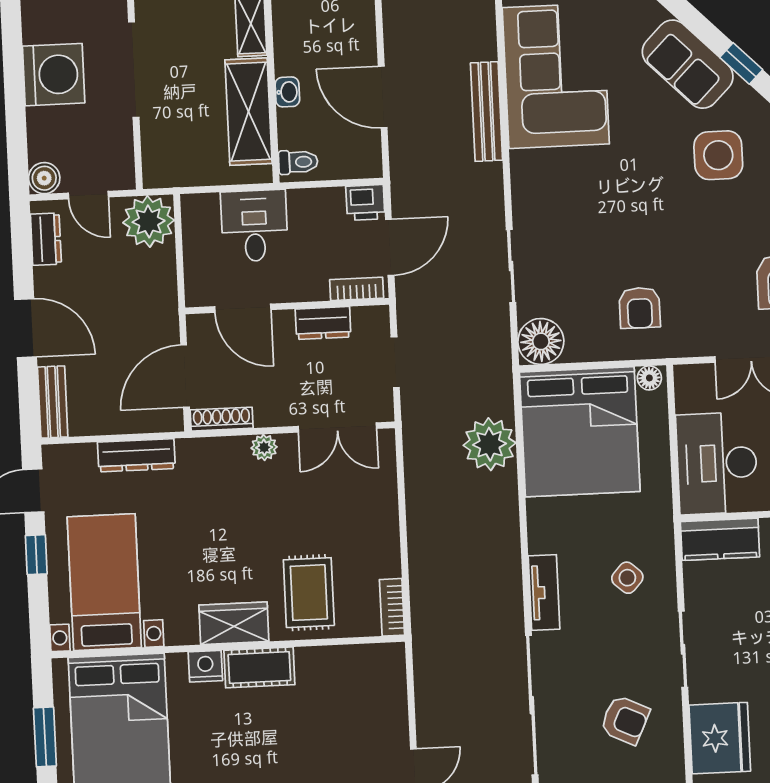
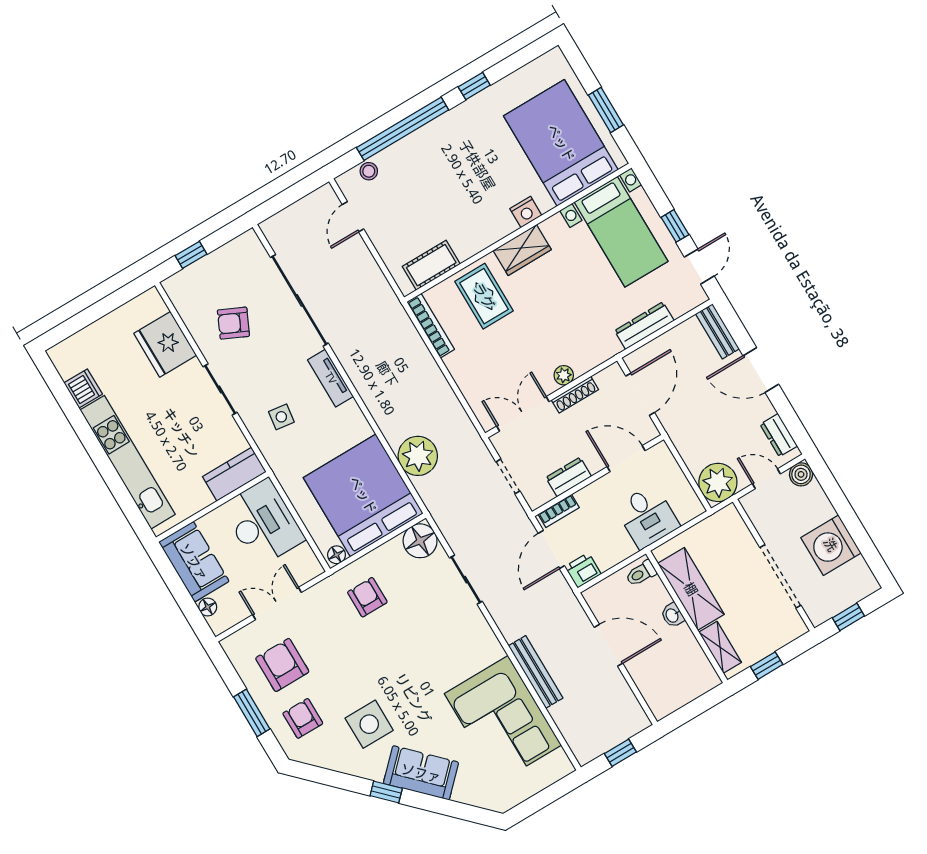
shoe rack: (222, 419) -> (575, 395), moved
side table: (627, 578) -> (281, 417), turned -34
bookcase: (392, 607) -> (431, 326), width x1.56
cot: (259, 667) -> (431, 265), moved

